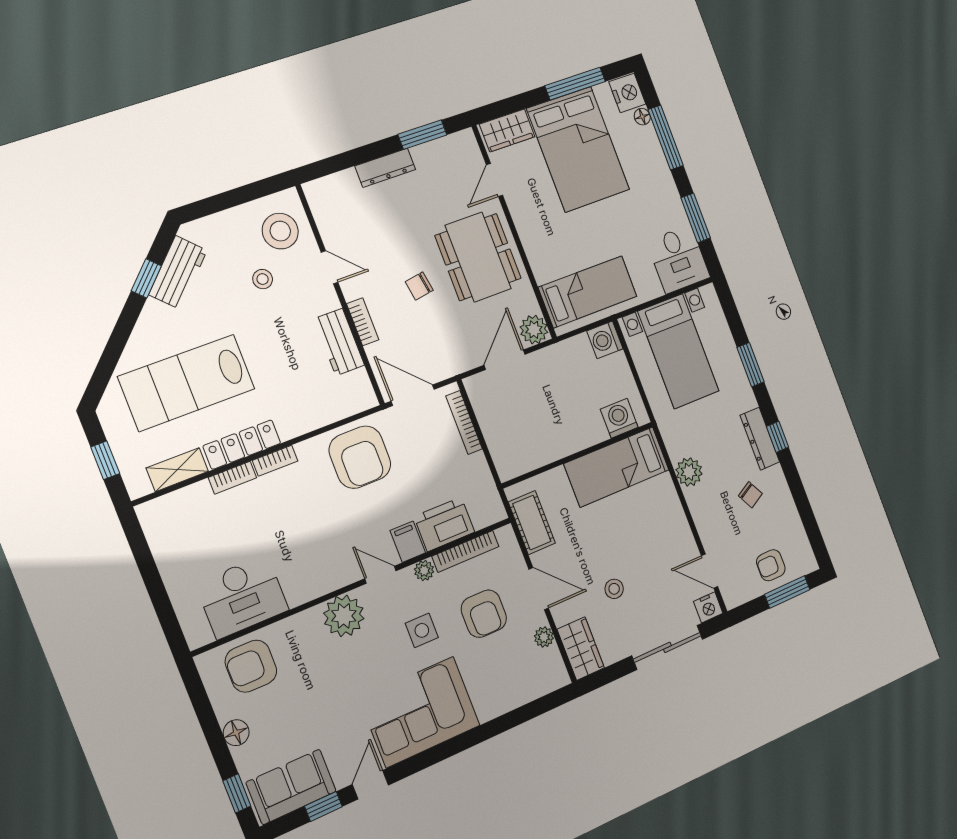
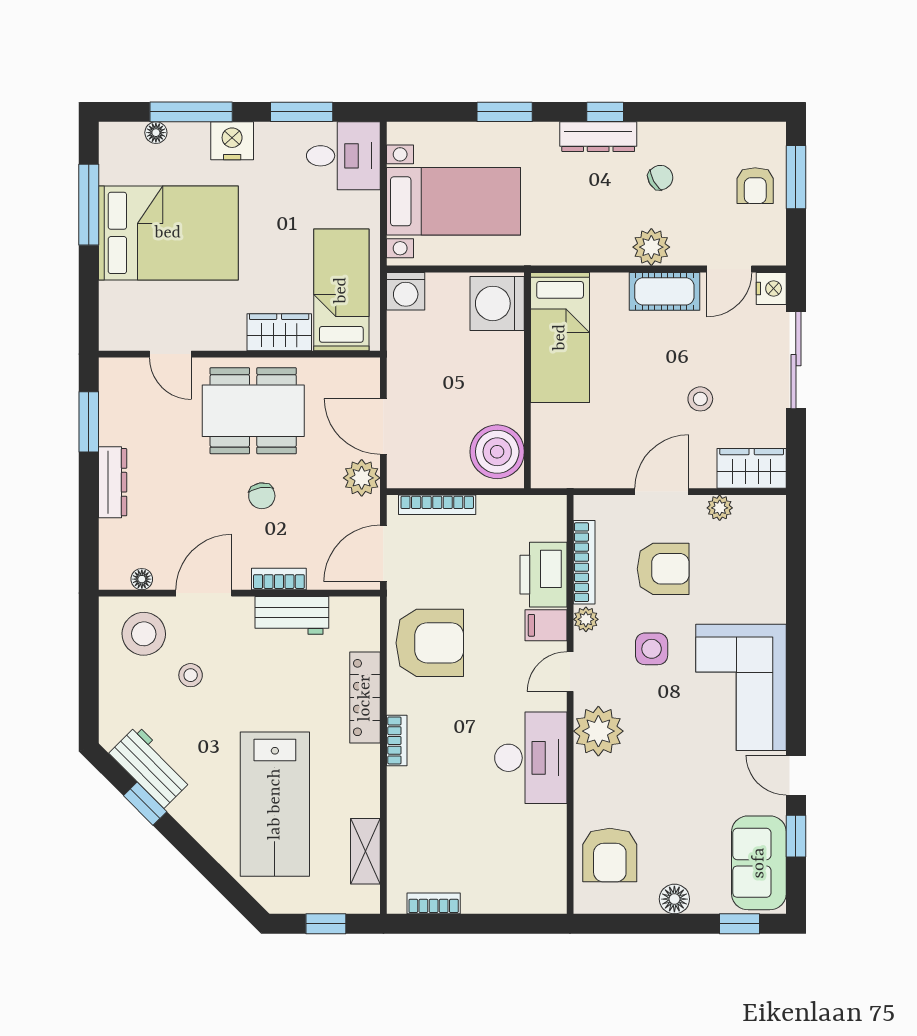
nightstand: (627, 93) -> (232, 141), moved
wardrobe: (507, 130) -> (279, 332), moved, turned -90
floor lamp: (321, 215) -> (142, 579), added
door: (330, 267) -> (204, 593), width x1.38
plant: (534, 330) -> (362, 478), moved
washing machine: (619, 418) -> (497, 303), width x1.37, depth x1.37
locker: (242, 445) -> (365, 698), moved
boiler: (519, 453) -> (497, 452), added
plant: (689, 472) -> (651, 247), moved
bookcase: (232, 478) -> (434, 903), moved, turned -90
cot: (532, 523) -> (664, 291), moved
desk: (242, 597) -> (531, 758), moved

